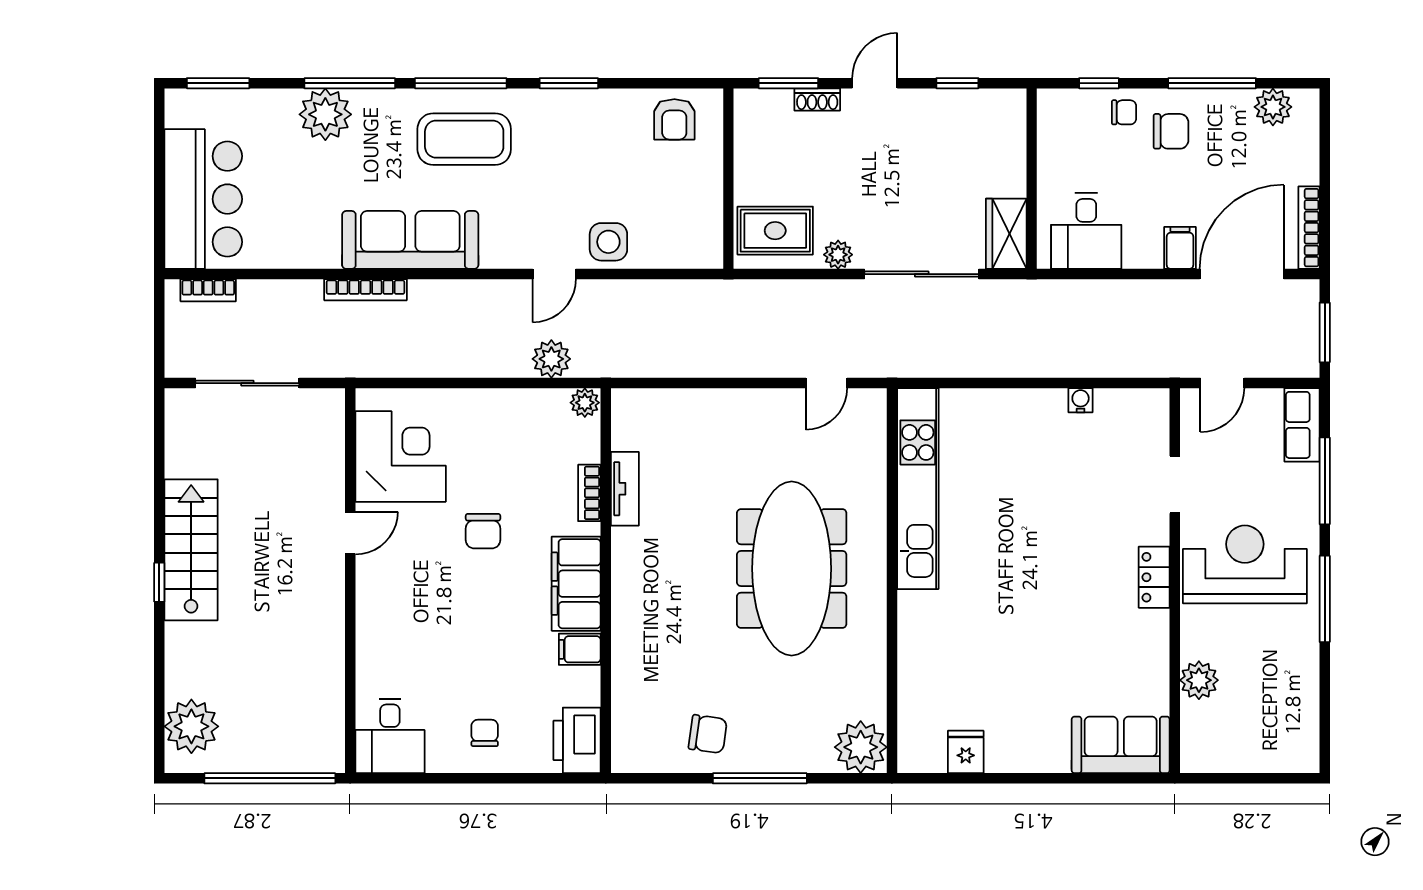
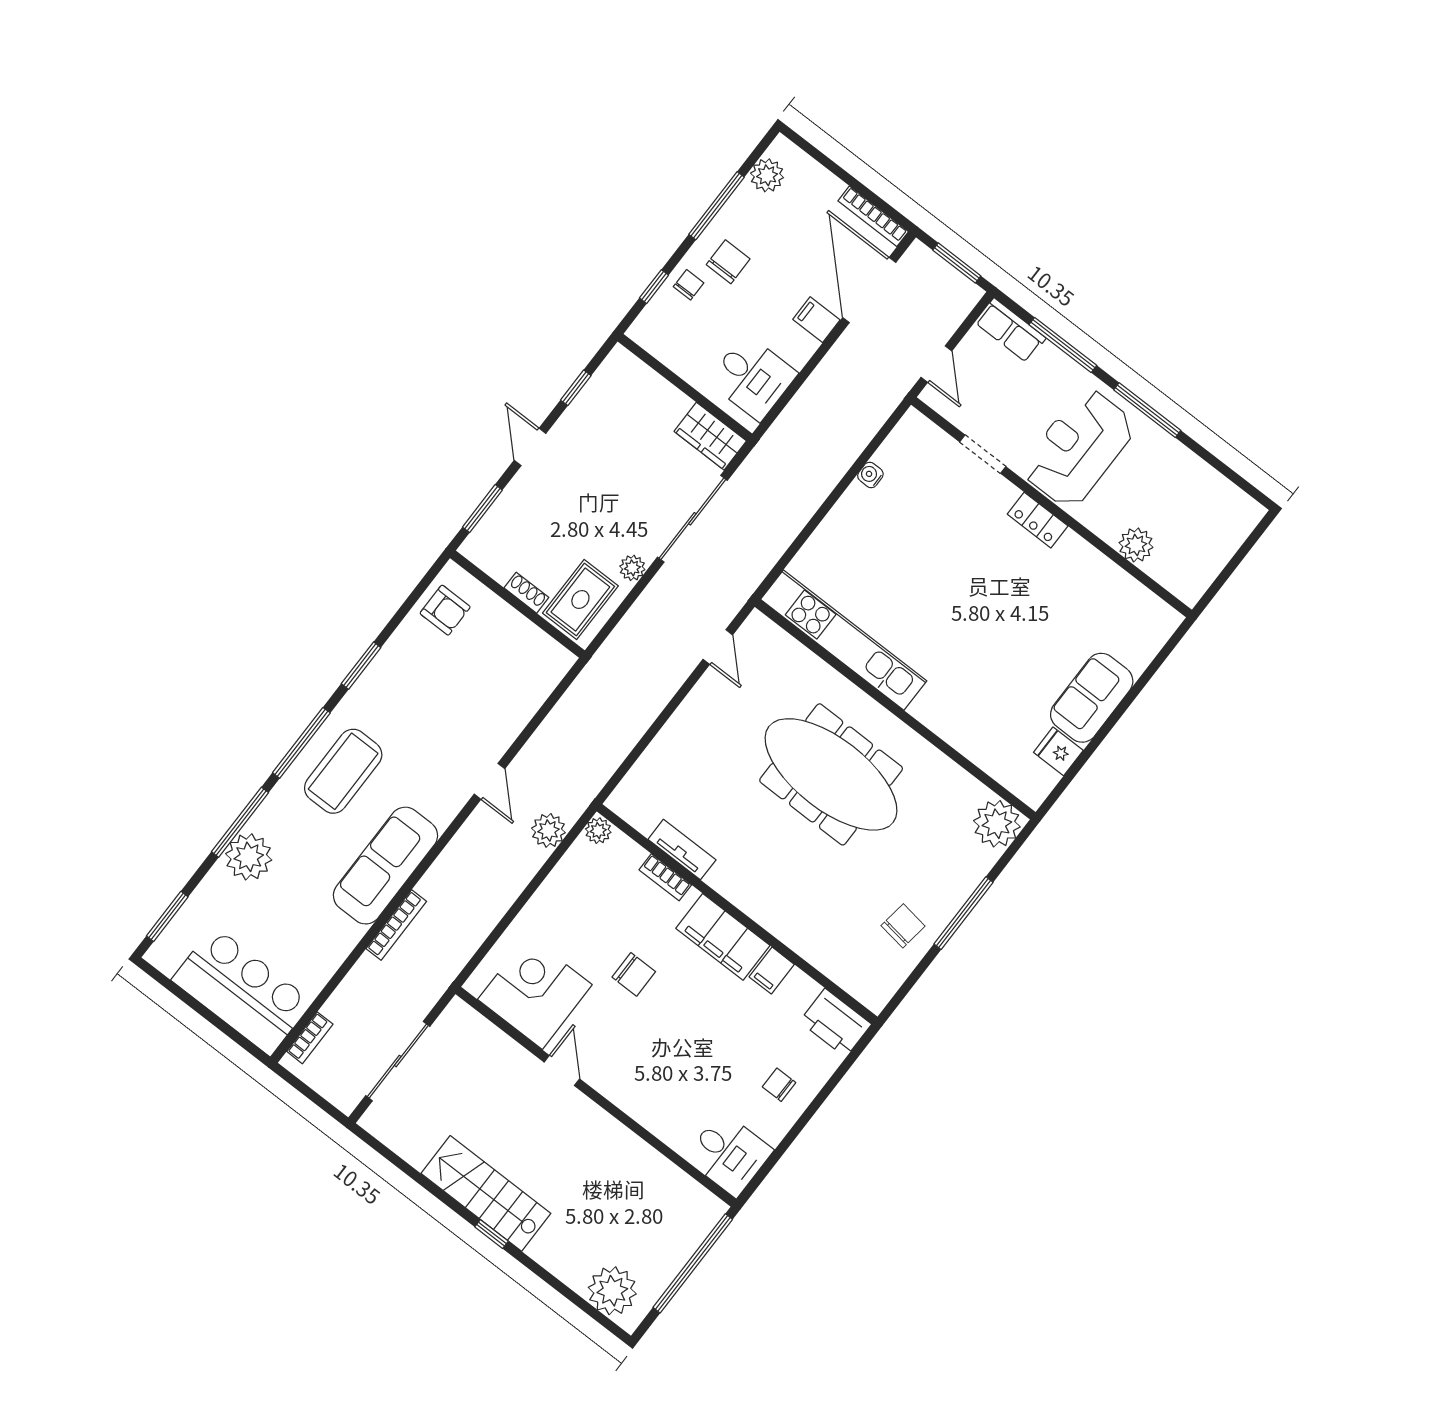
shoe rack: (817, 99) -> (526, 593), moved, turned -90
side table: (608, 242) -> (496, 725), removed
sofa: (1121, 745) -> (1092, 698), moved

